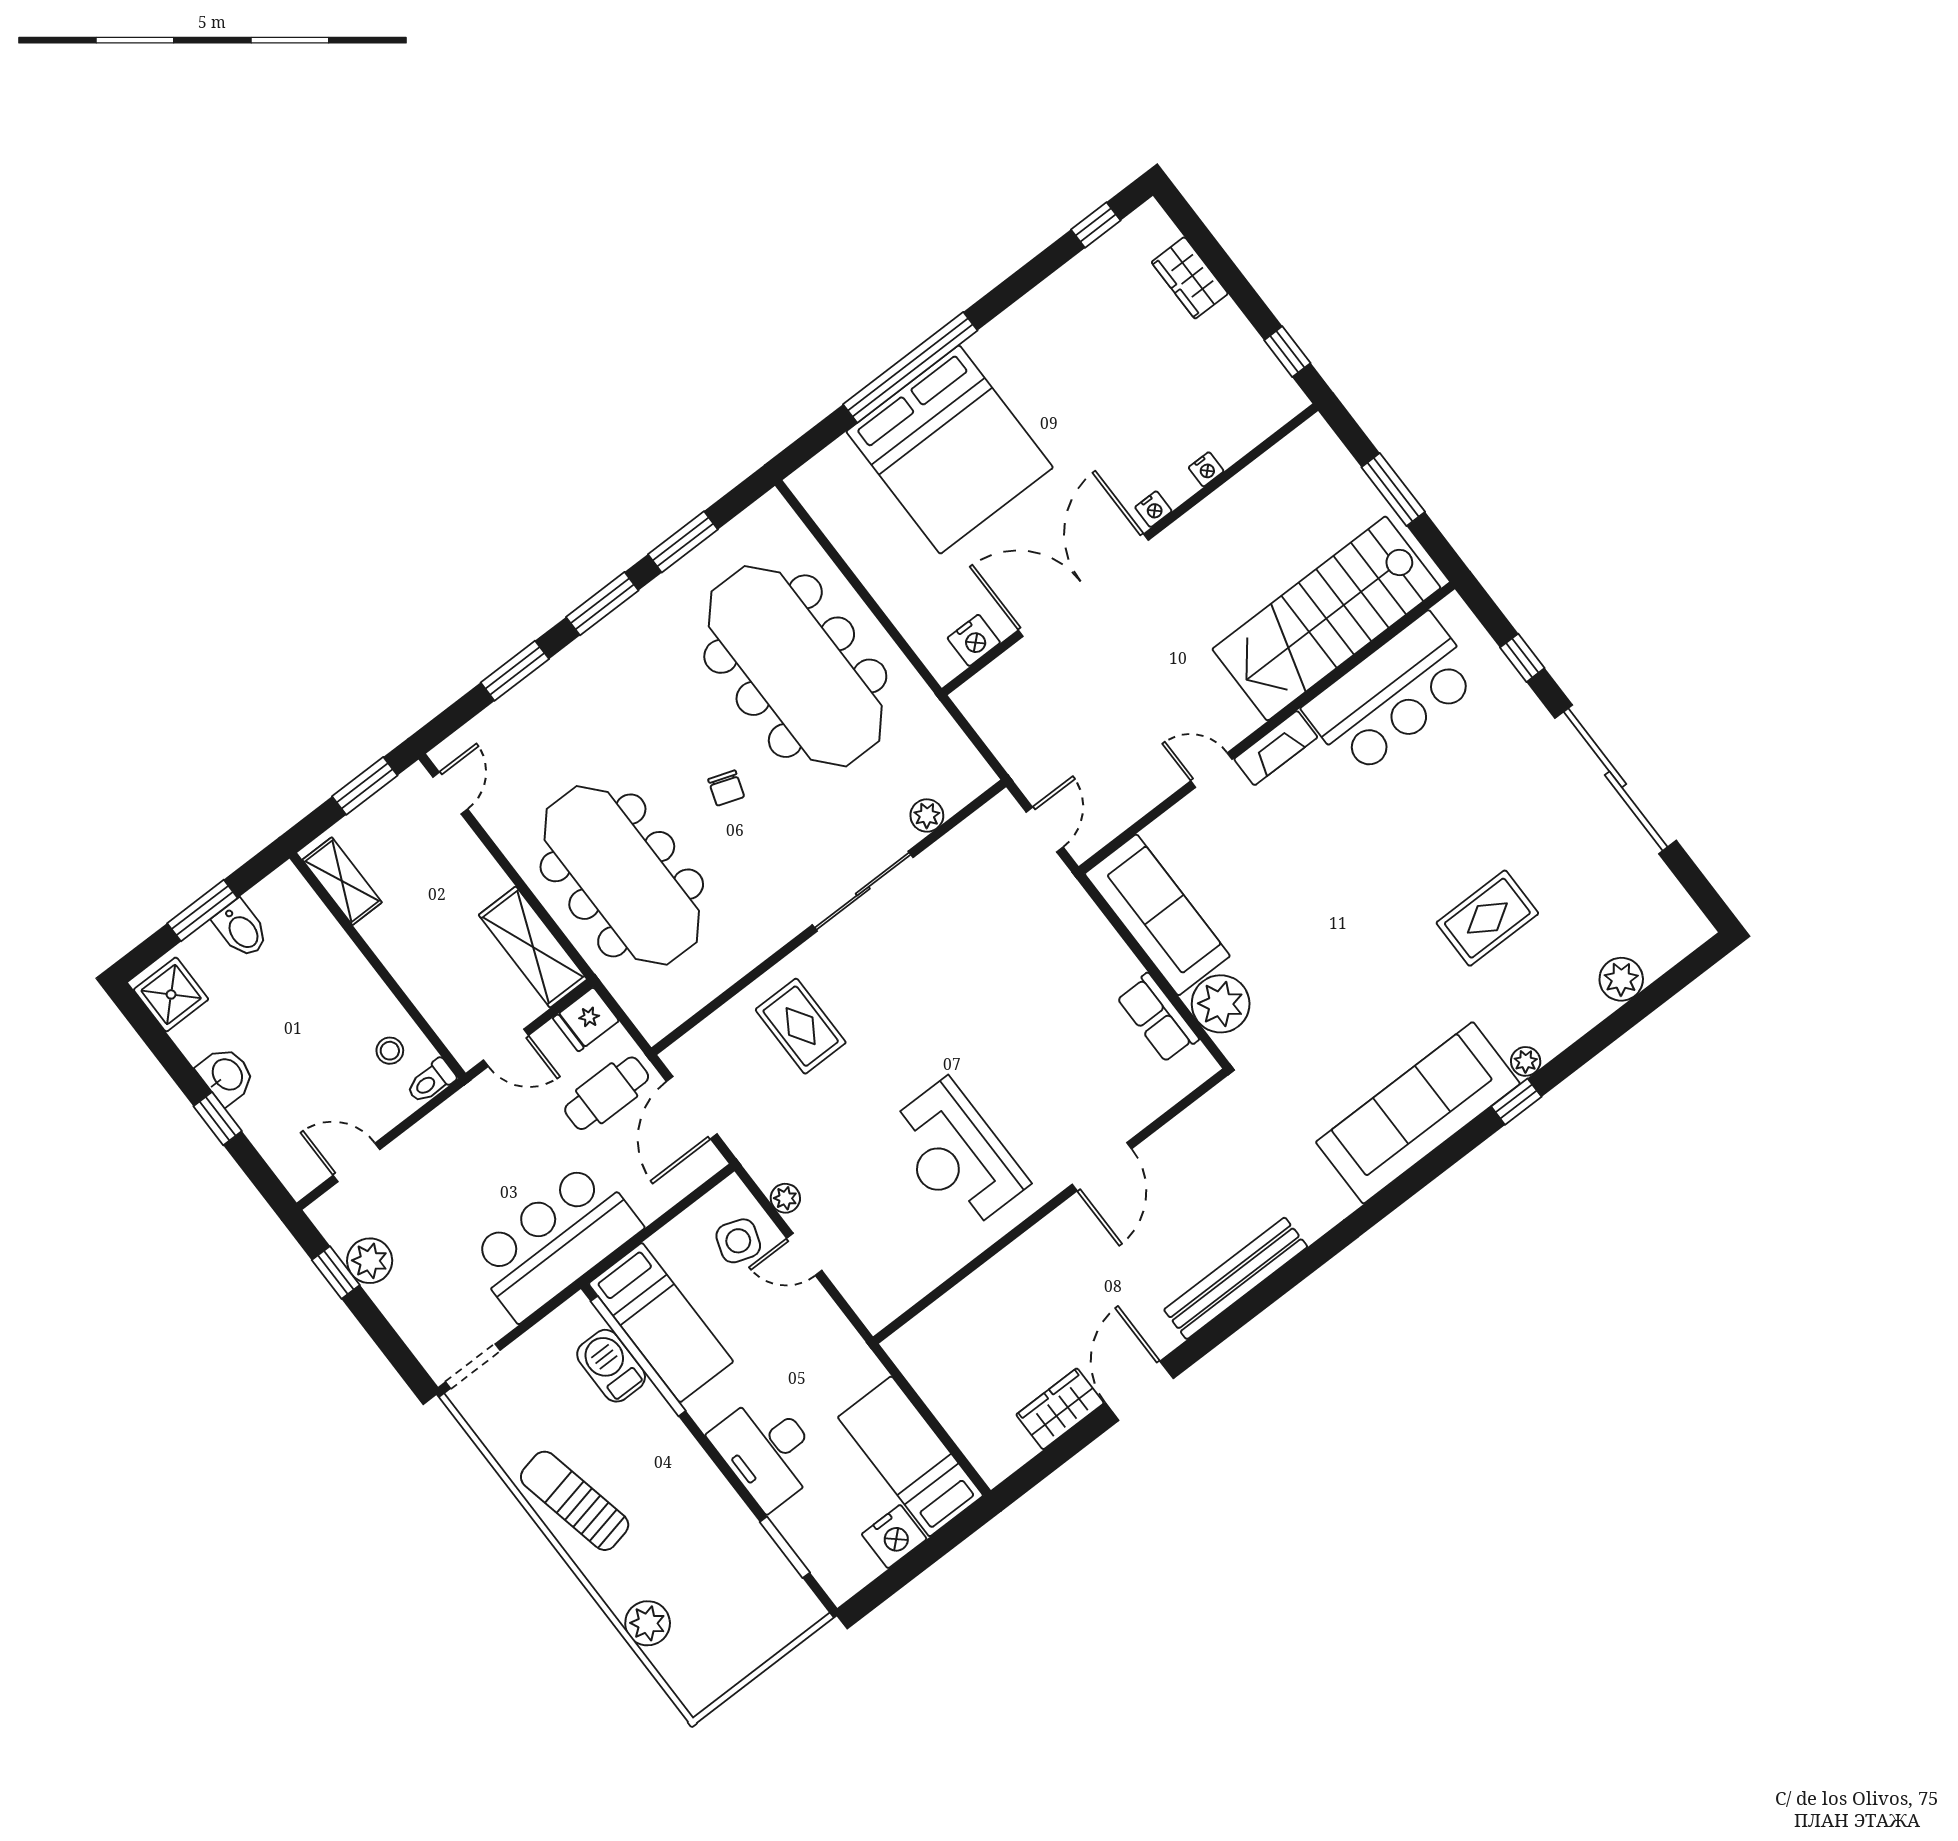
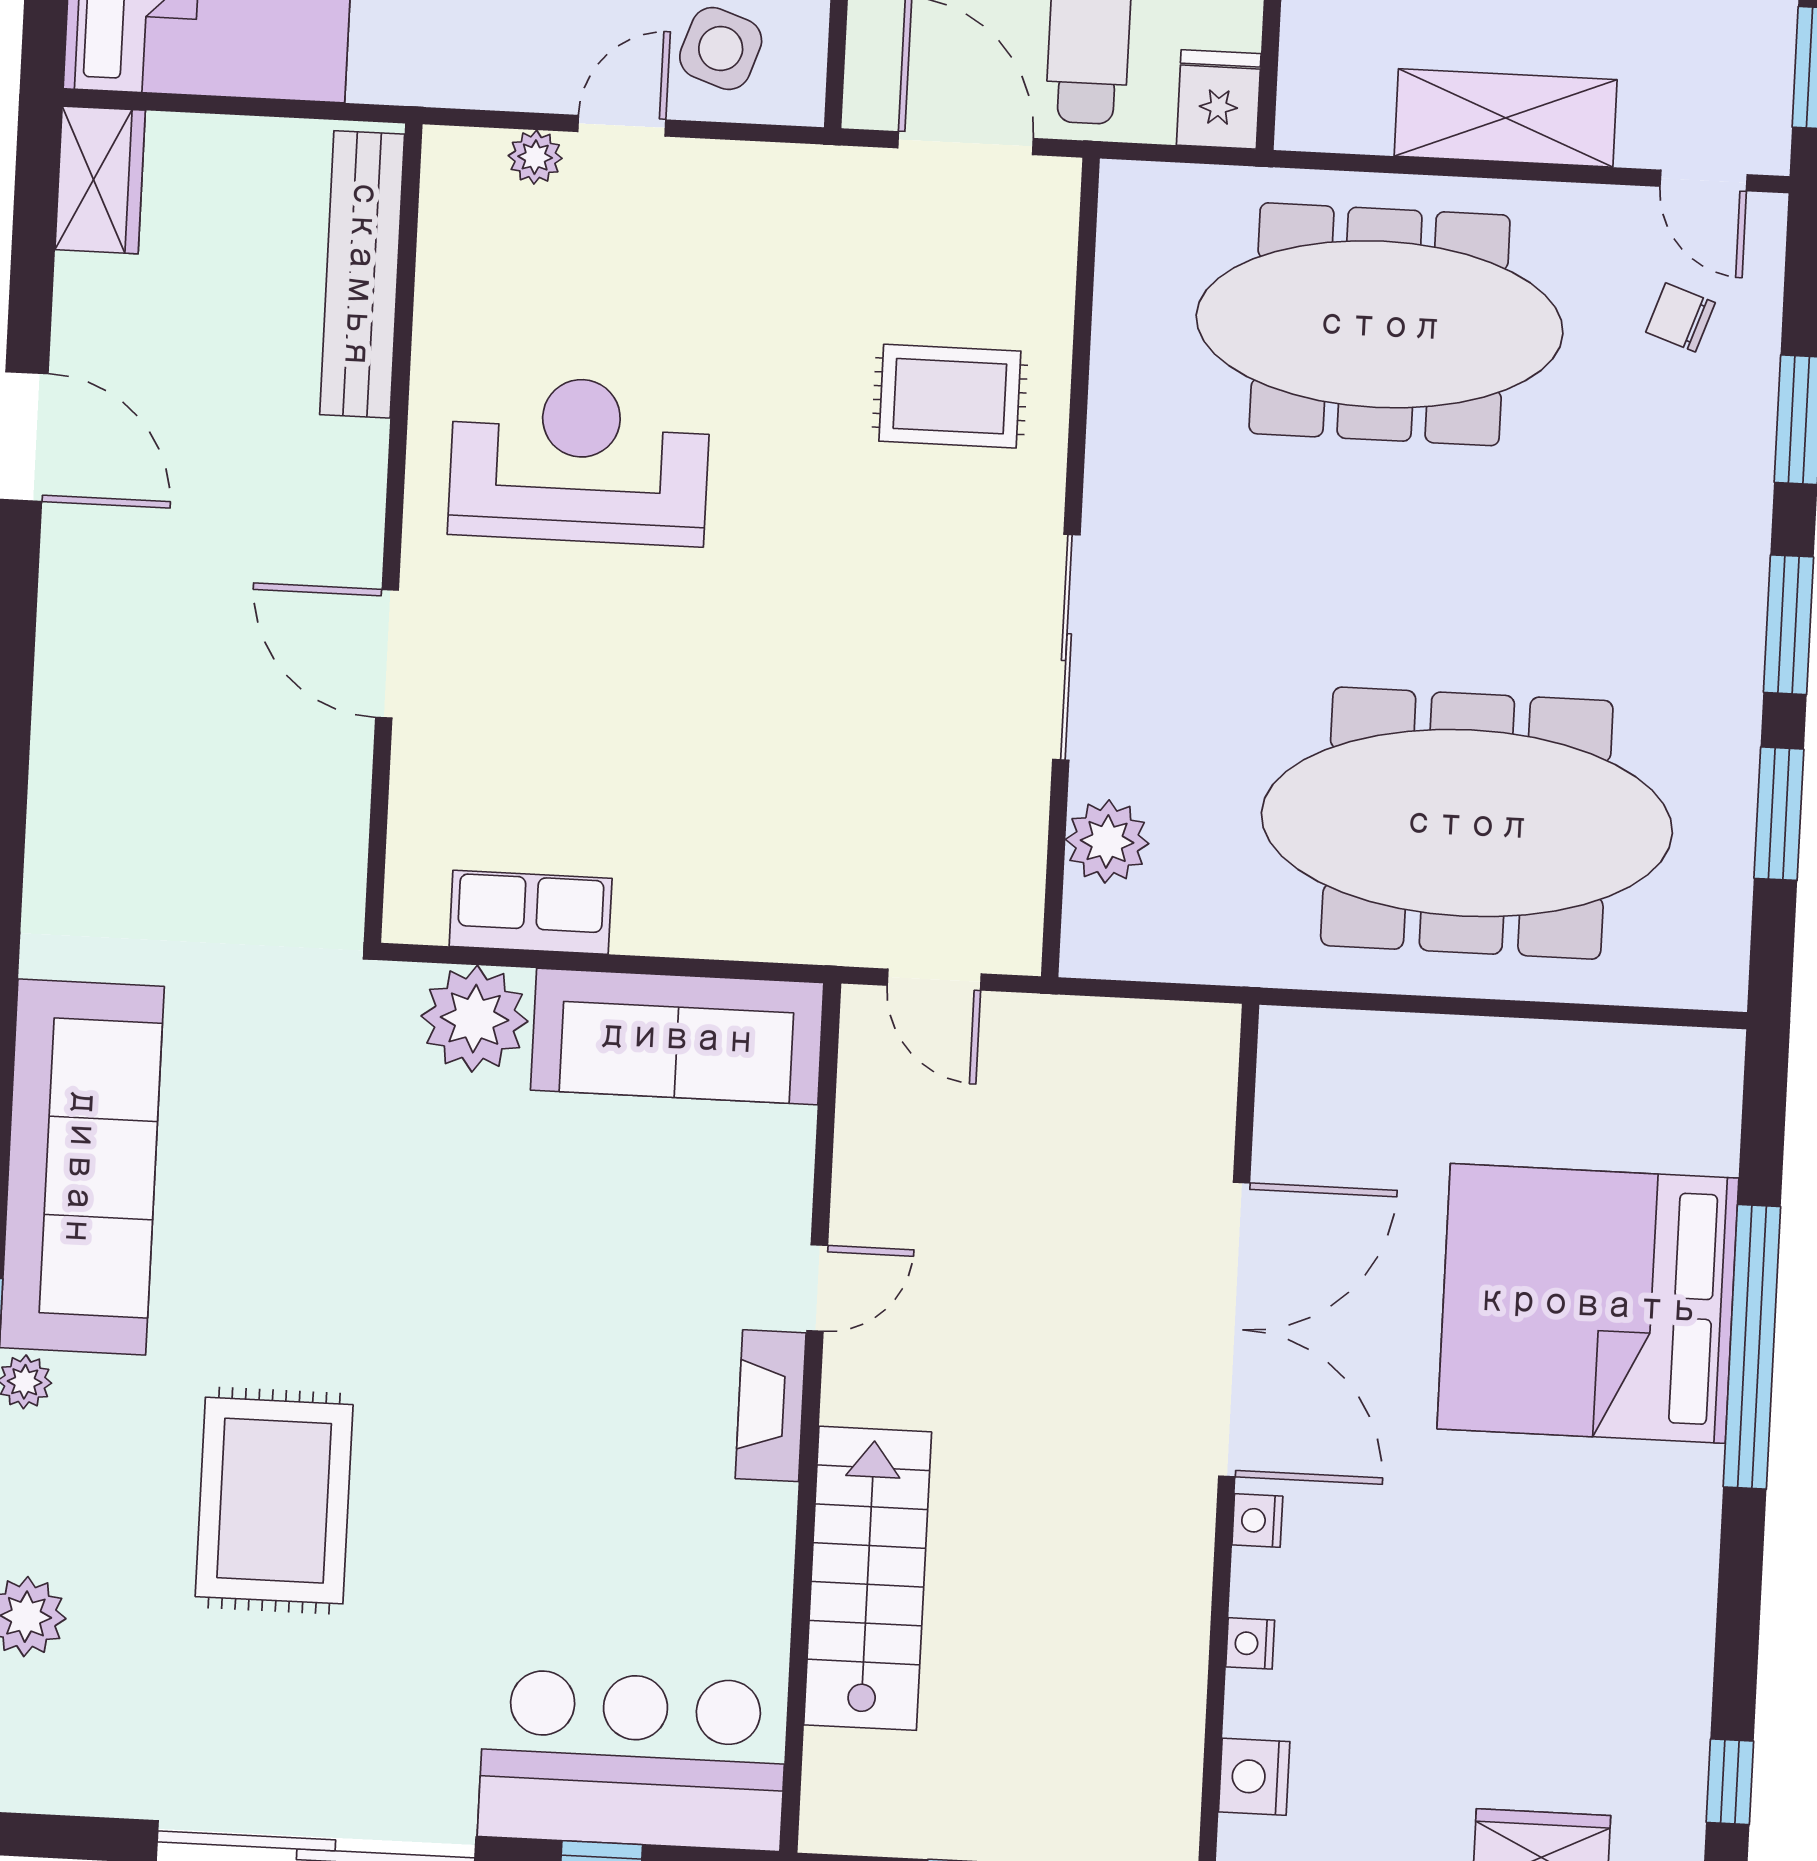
stairs: (1326, 618) -> (868, 1578), width x0.73, depth x0.66
nightstand: (974, 640) -> (1254, 1777), moved
bar counter: (1392, 695) -> (633, 1760), moved, turned 90
chair: (726, 788) -> (1681, 317), moved
plant: (927, 815) -> (1107, 841), width x1.38, depth x1.38
rug: (1487, 918) -> (274, 1501), width x1.36, depth x1.43
shelving: (533, 947) -> (1506, 118), moved
plant: (785, 1198) -> (535, 157), moved
bench: (1236, 1278) -> (362, 274), moved
wardrobe: (1060, 1409) -> (100, 180), moved

